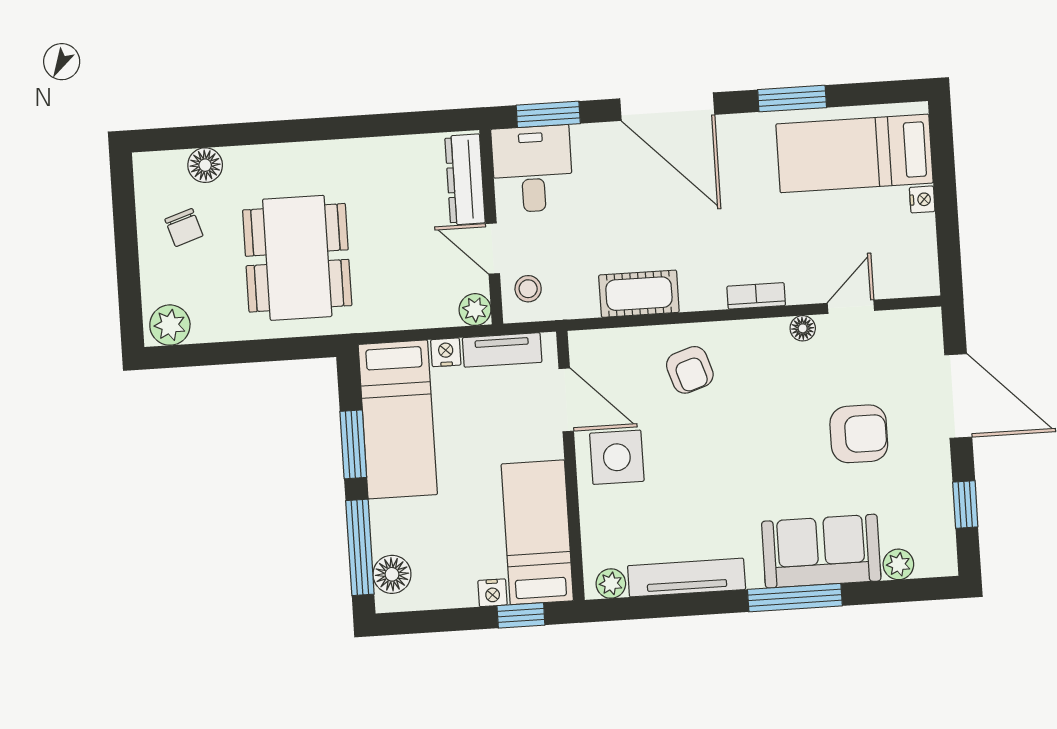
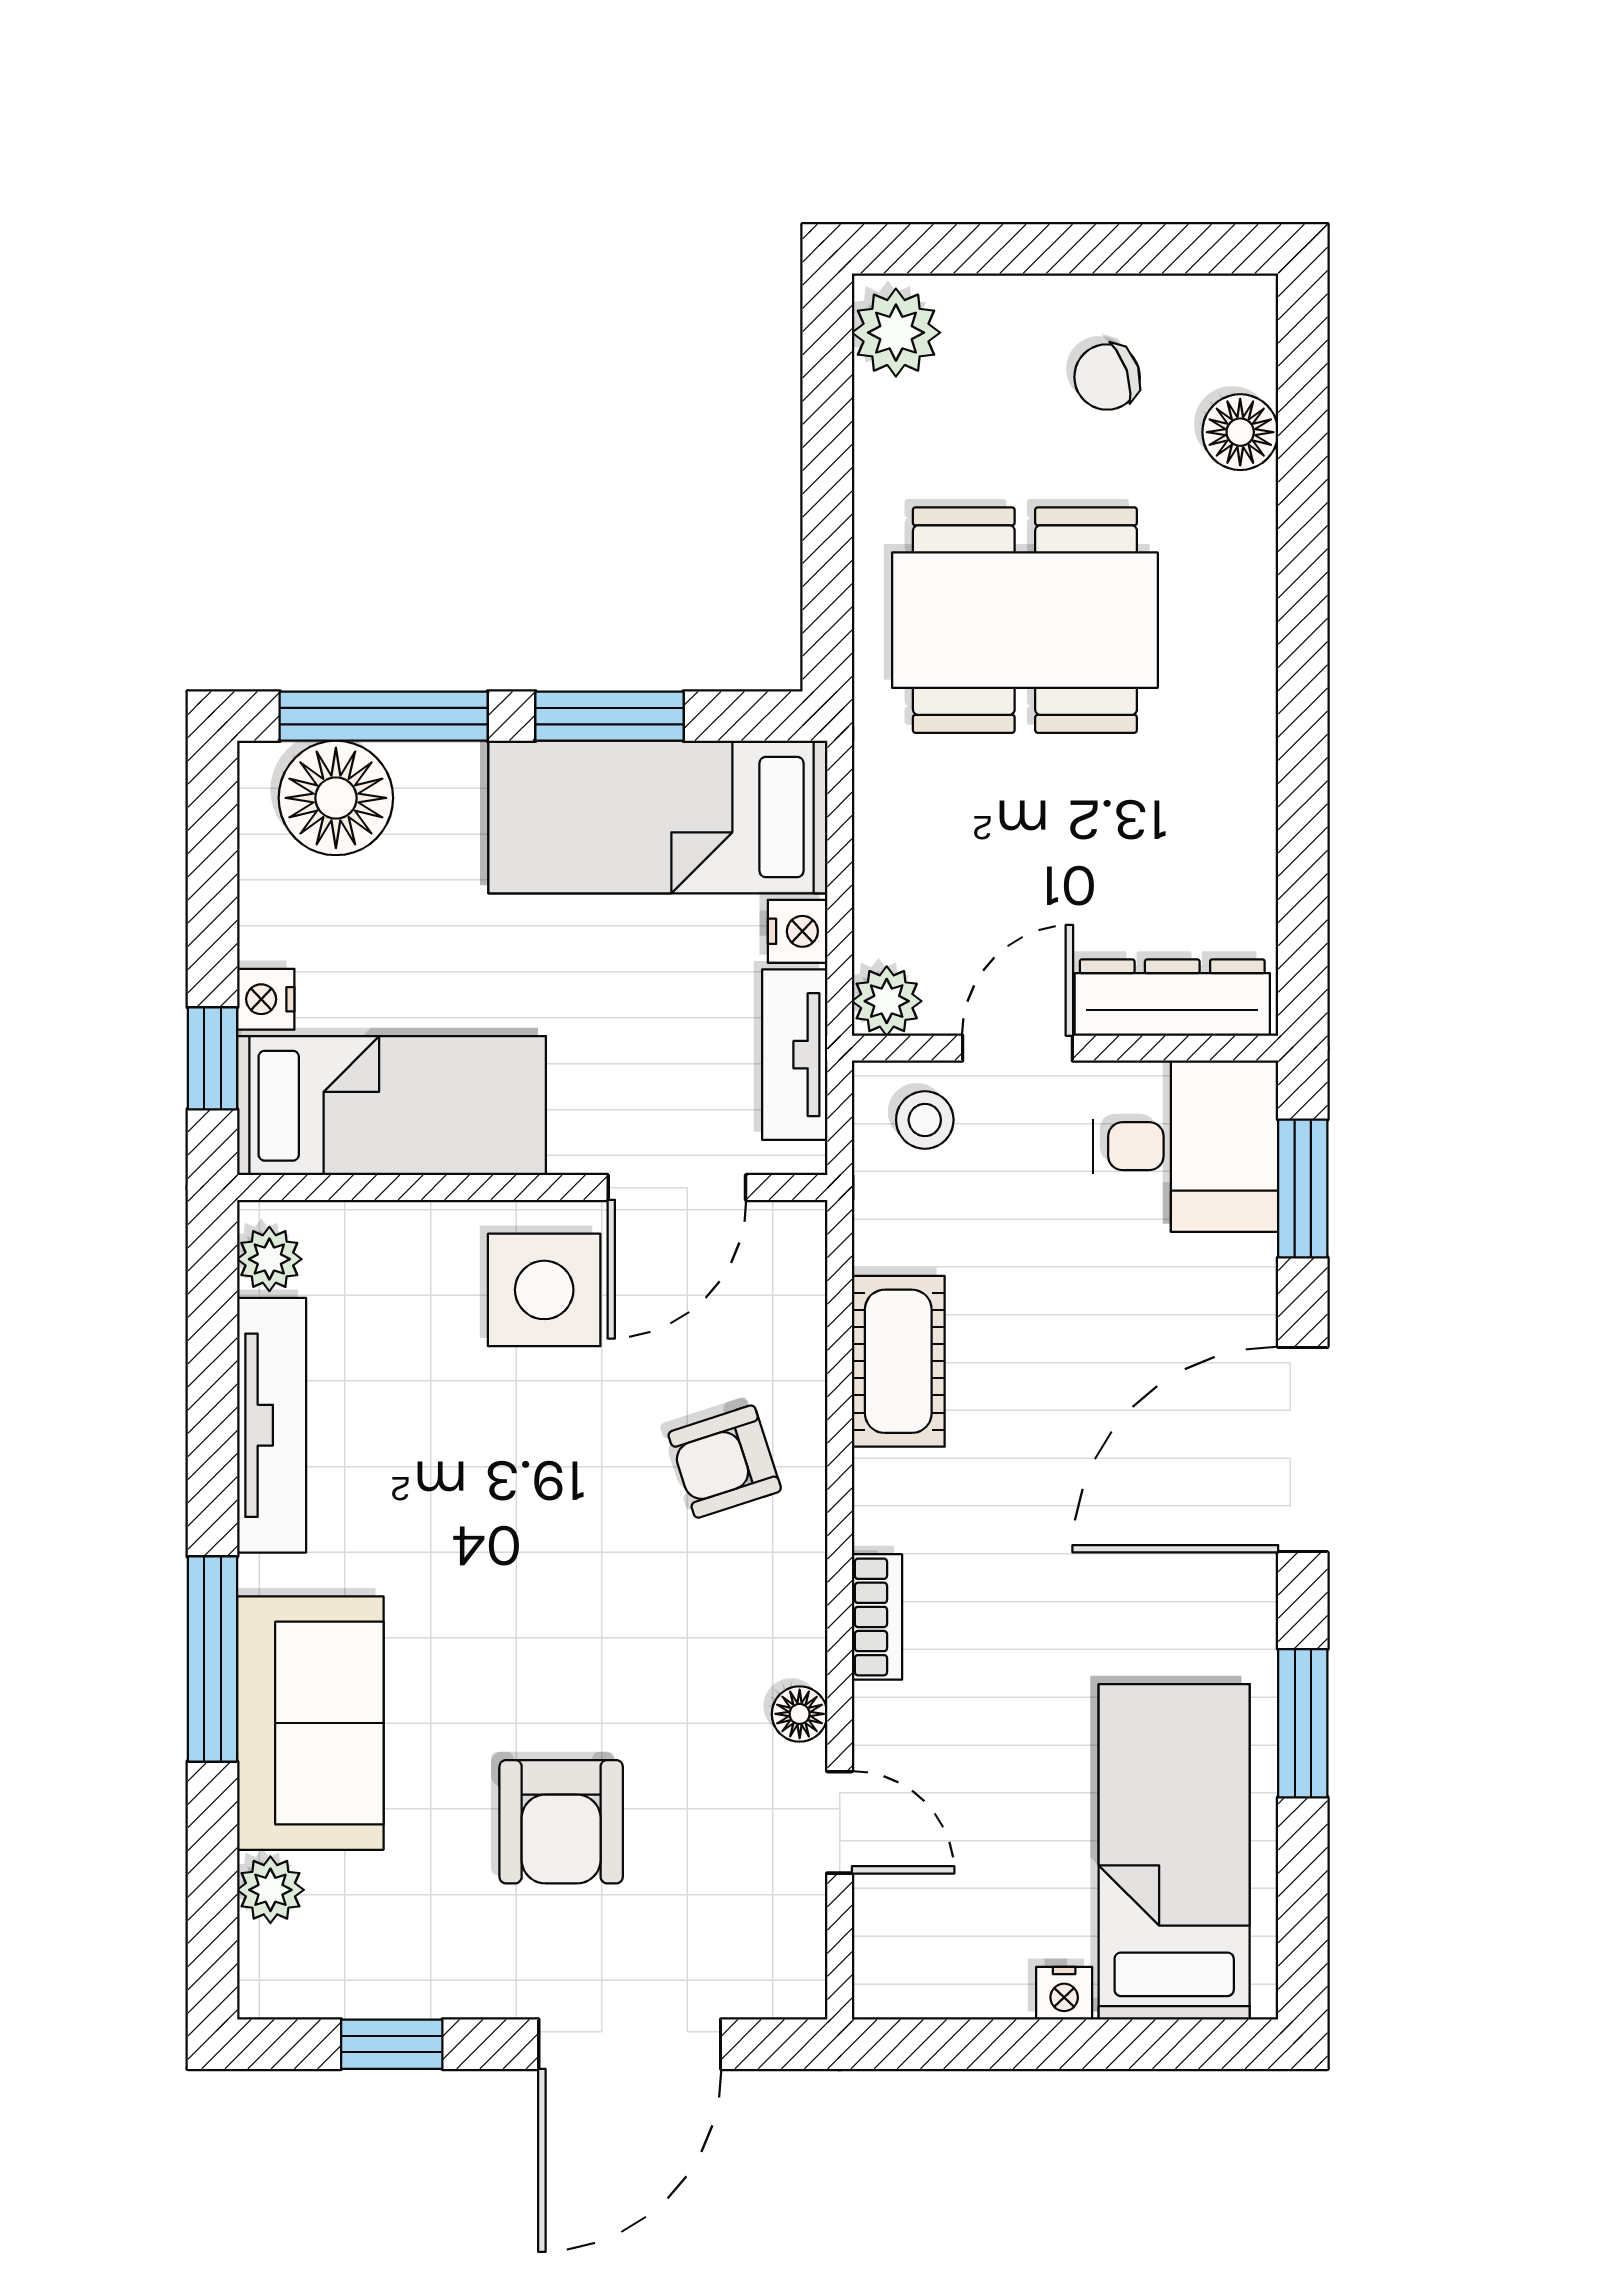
floor lamp: (392, 574) -> (336, 798), width x1.38, depth x1.38

